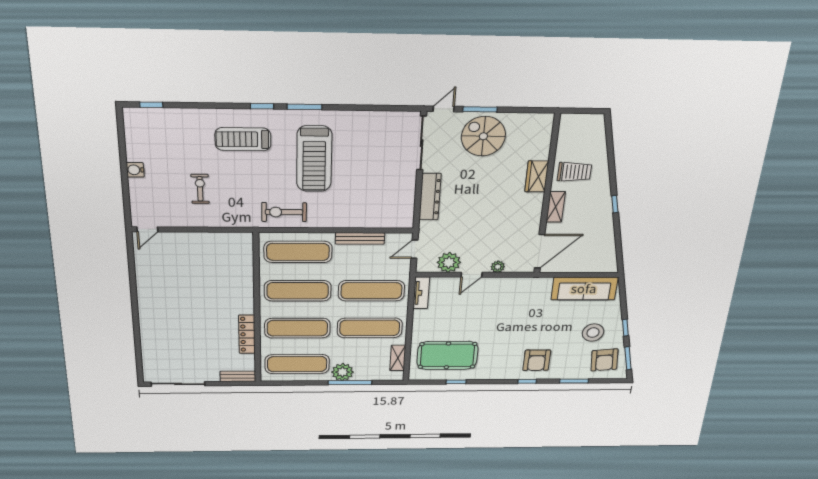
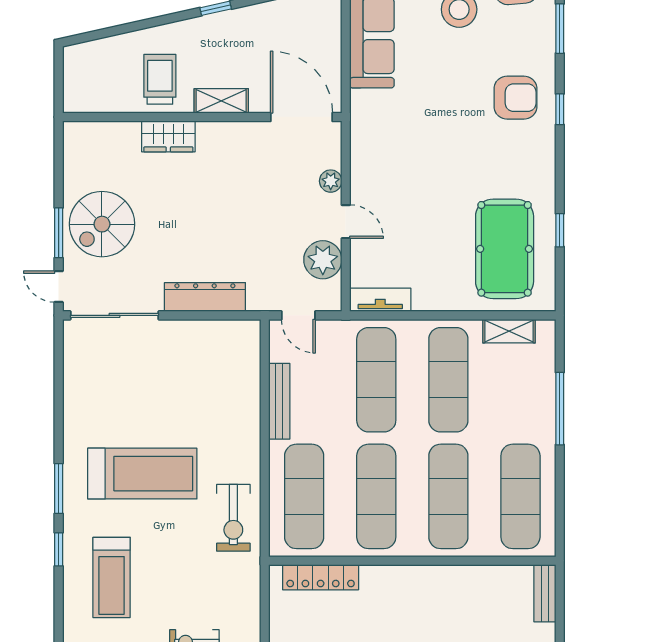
locker: (247, 334) -> (321, 577), moved
plant: (342, 372) -> (538, 422), removed

